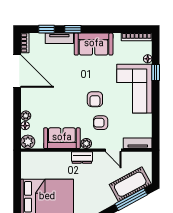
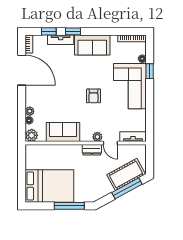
armchair: (101, 123) -> (99, 118), removed
plant: (86, 143) -> (97, 137), moved
dresser: (82, 158) -> (92, 150), moved

